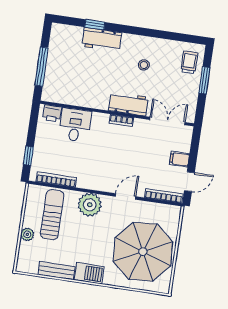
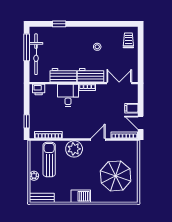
workbench: (102, 39) -> (63, 75), moved, turned 180
bicycle: (56, 63) -> (36, 54), added
window: (41, 67) -> (27, 47), moved
window: (204, 80) -> (141, 51), removed
desk: (75, 125) -> (68, 95), moved
door: (189, 182) -> (141, 123), swing flipped
parasol: (143, 252) -> (116, 176), width x0.73, depth x0.73
bench: (56, 271) -> (42, 198), moved

